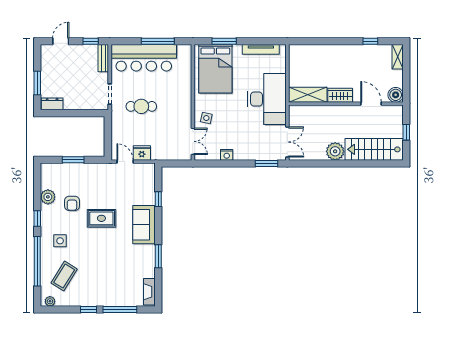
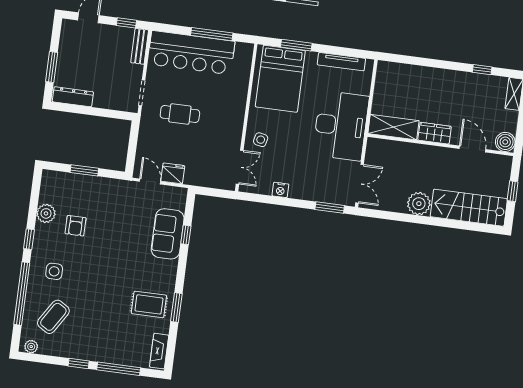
dresser: (52, 104) -> (73, 97), width x1.44
rug: (101, 218) -> (149, 304), moved
sofa: (144, 225) -> (168, 234), moved

